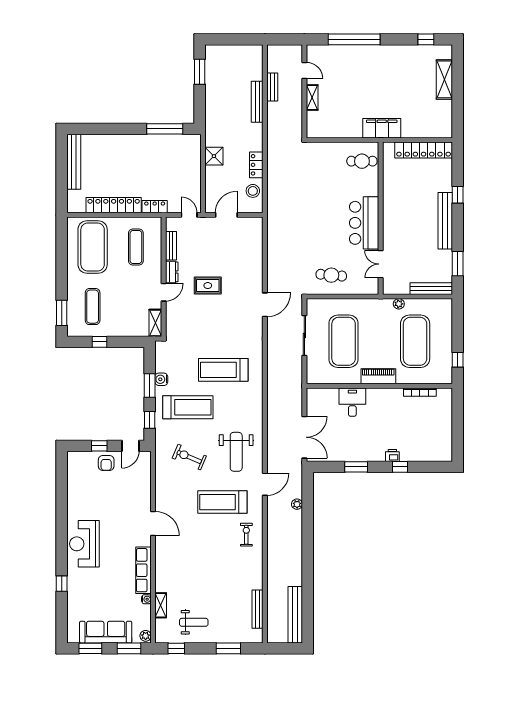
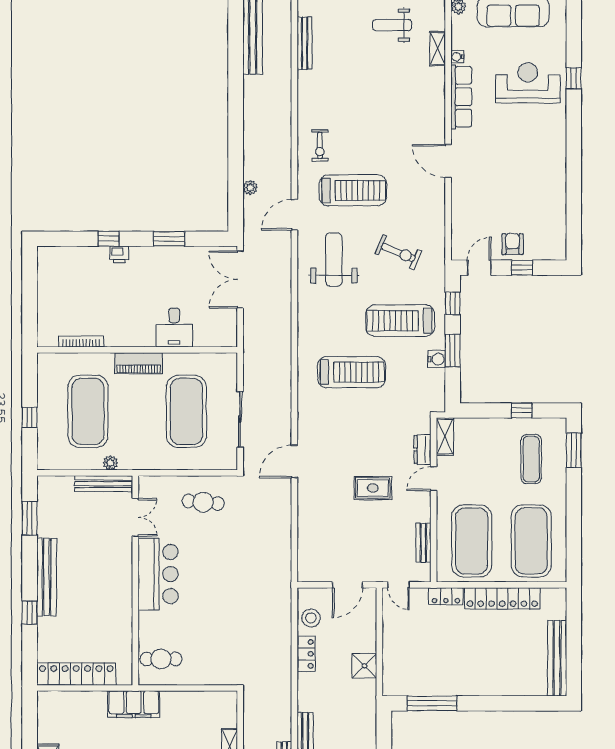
exercise mat: (136, 247) -> (472, 541), width x2.00, depth x1.45
dresser: (172, 272) -> (422, 449), moved
bench: (431, 289) -> (104, 484), moved
window: (458, 360) -> (30, 417), moved
reception desk: (84, 544) -> (528, 83), moved, turned -90

